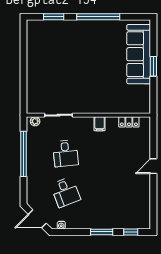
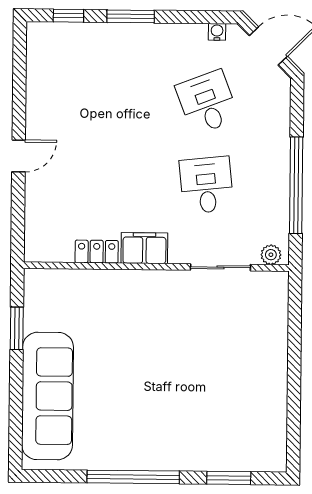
window: (153, 66) -> (17, 328), moved
locker: (129, 122) -> (97, 252), moved
filing cabinet: (100, 124) -> (144, 248), width x2.00

